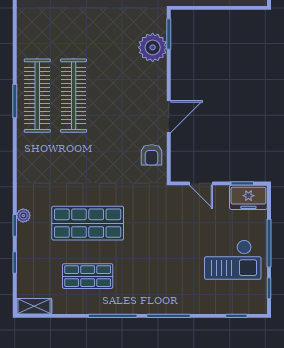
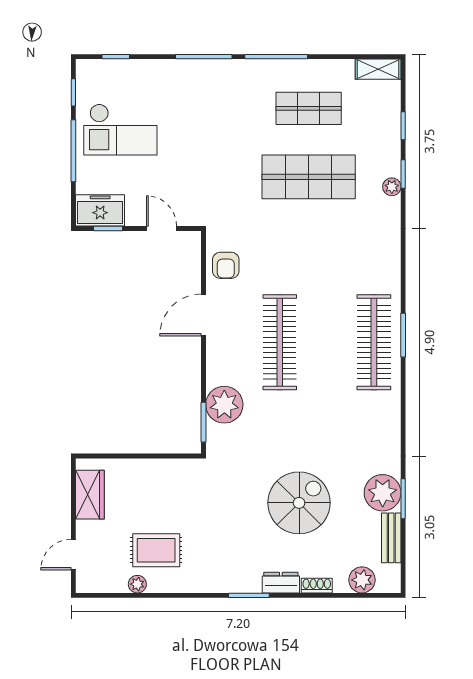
clothes rail: (74, 96) -> (280, 342), moved
armchair: (152, 155) -> (226, 265), turned 180
checkout: (233, 260) -> (120, 129), turned 180

